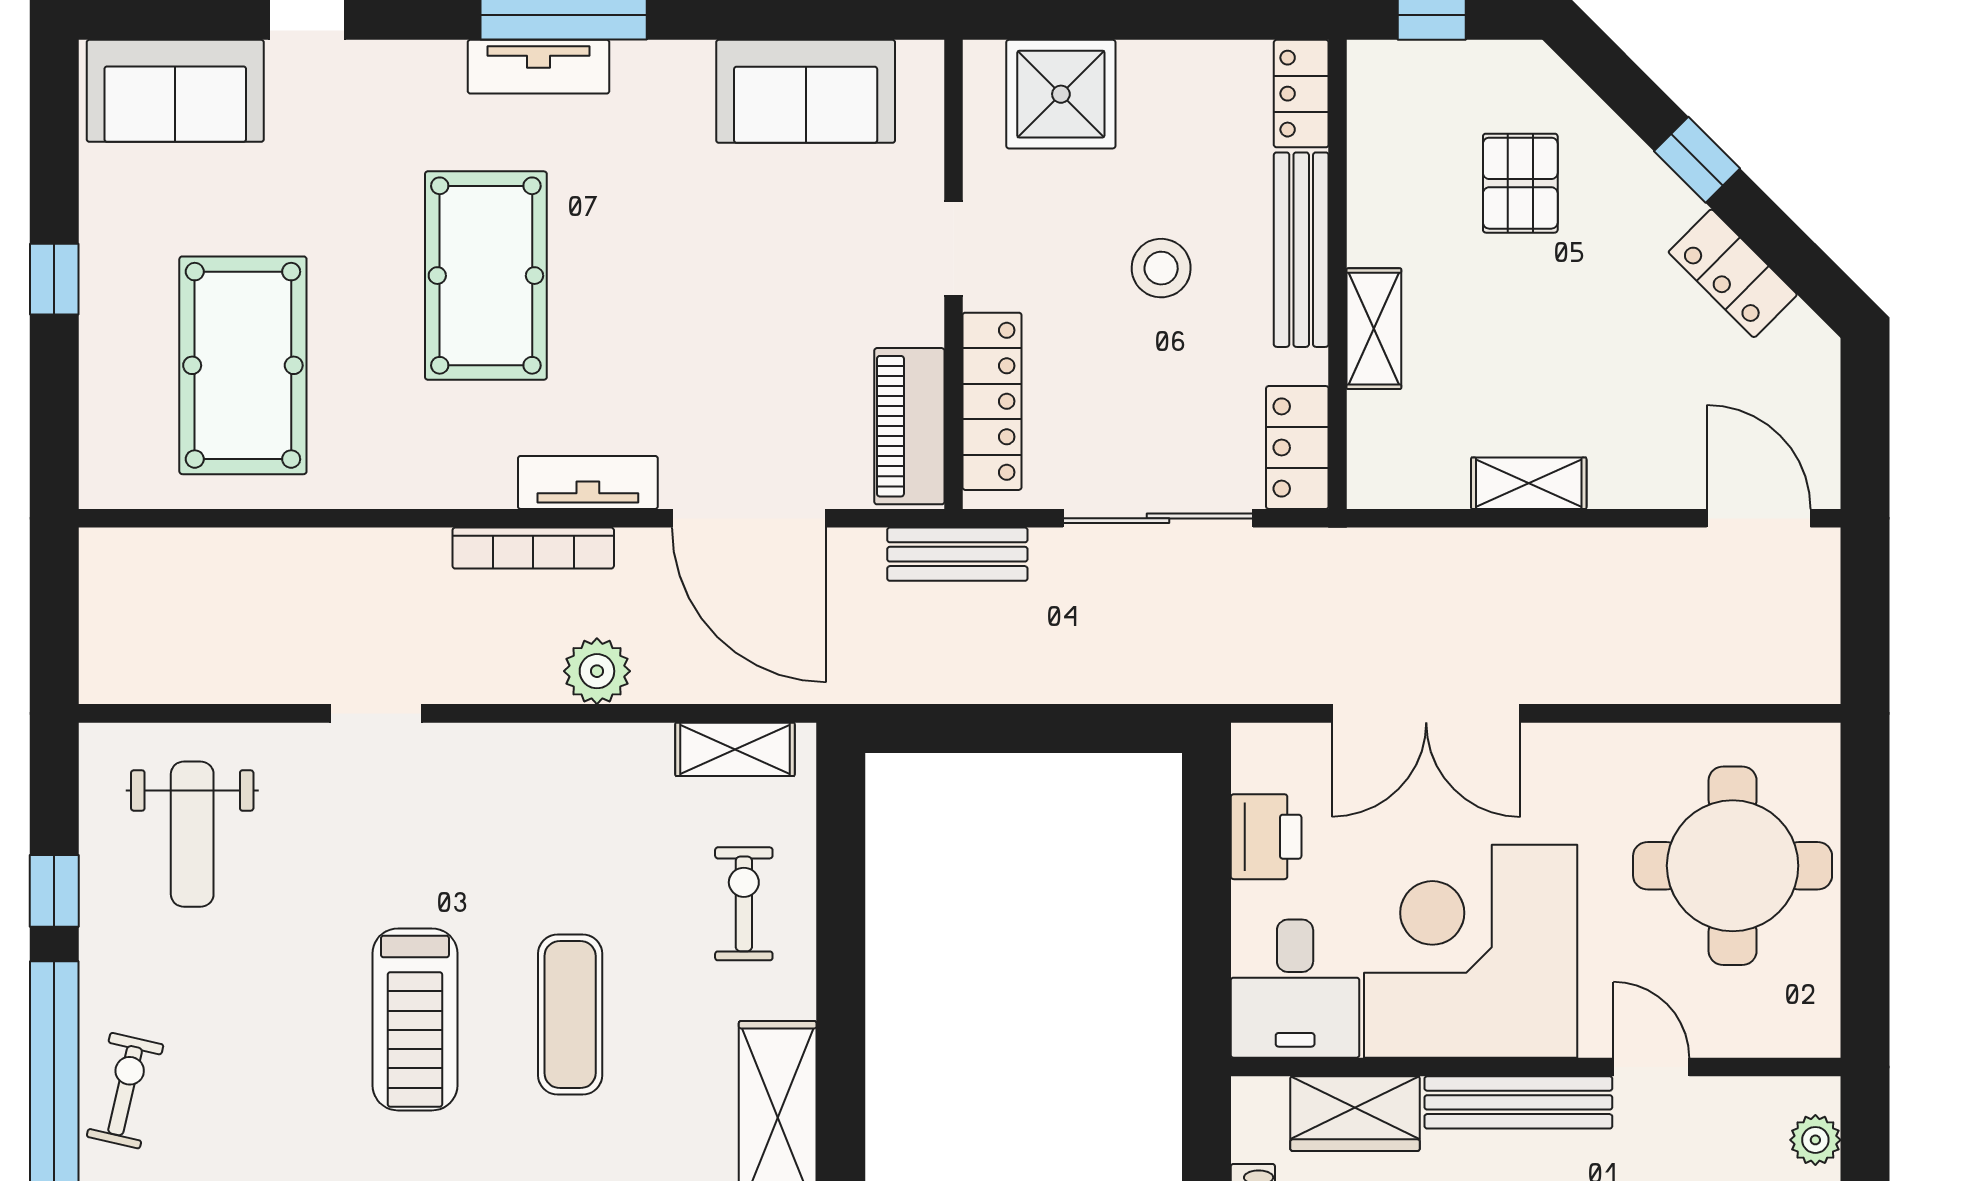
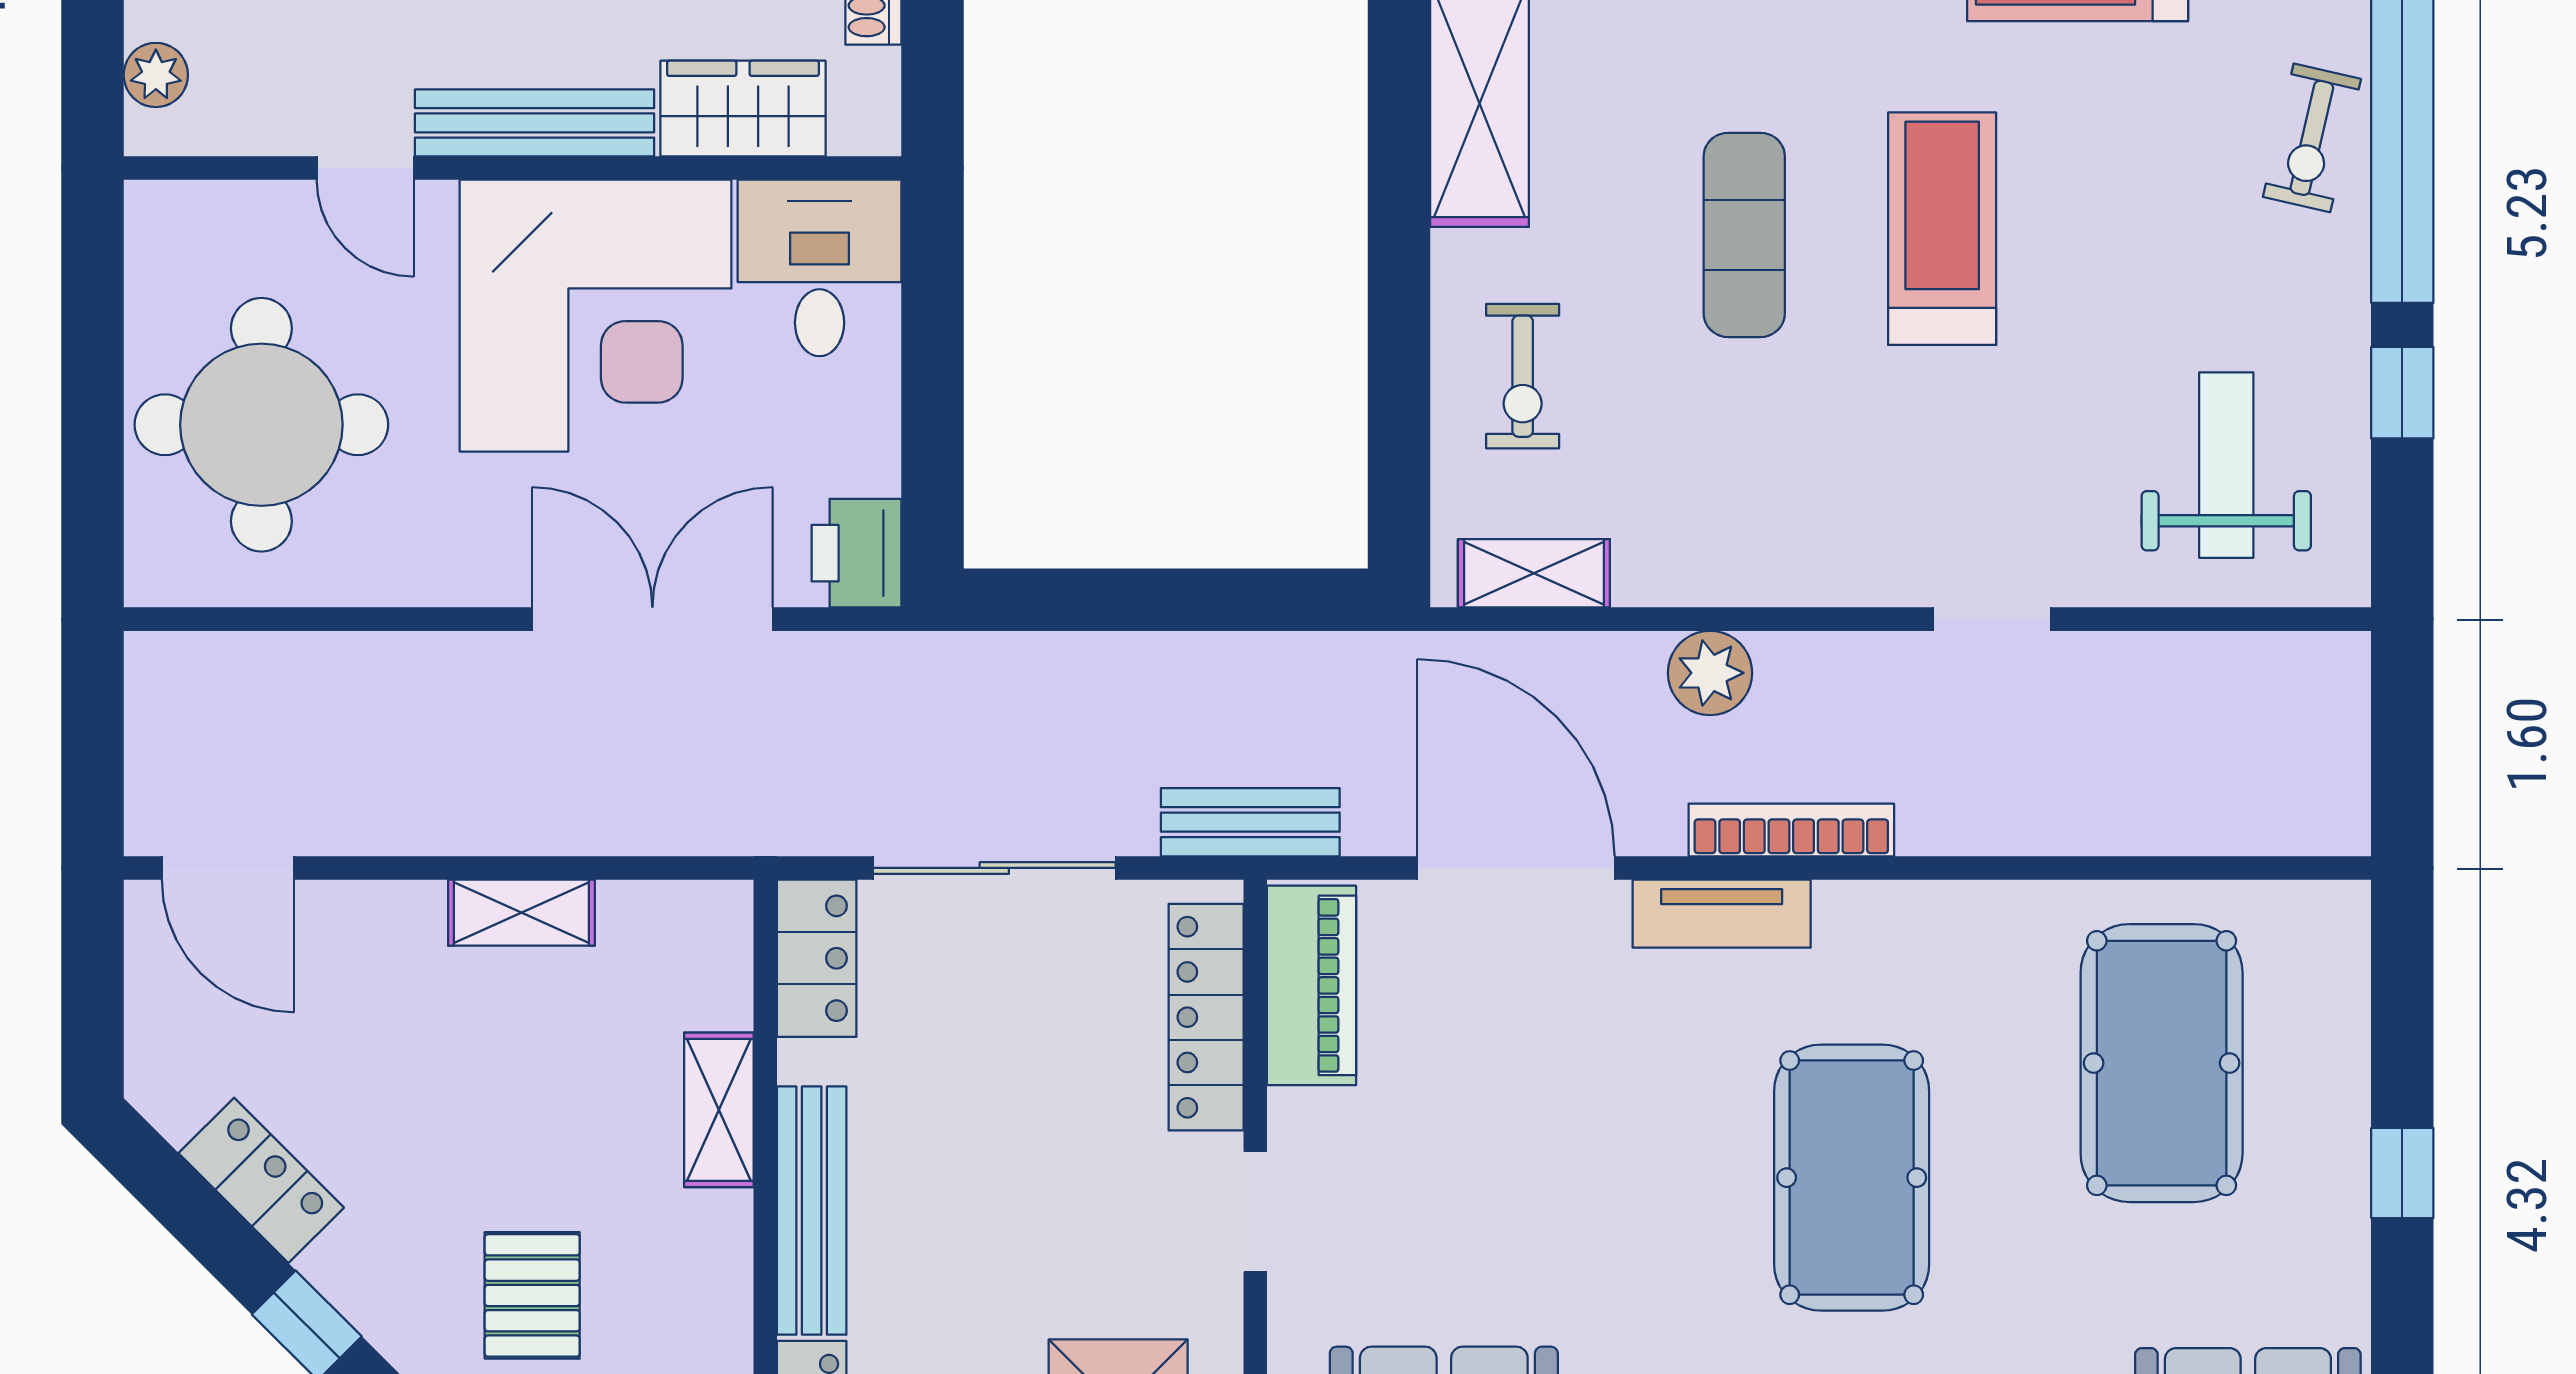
stool: (1161, 268) -> (990, 1187), removed
printer: (1266, 837) -> (856, 553), moved

